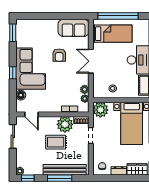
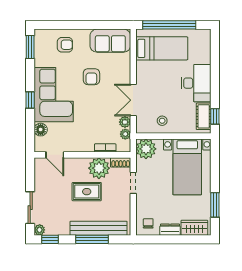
armchair: (39, 31) -> (65, 45), added
double door: (91, 61) -> (133, 100), moved
sliding door: (13, 136) -> (30, 208), moved

